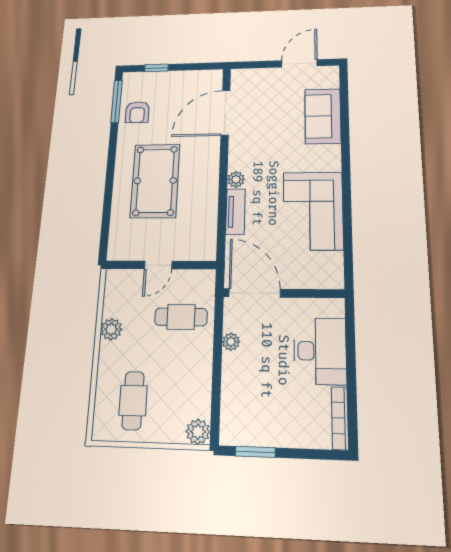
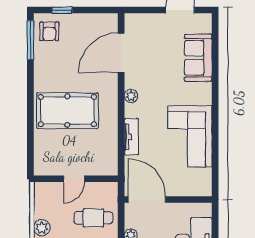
armchair: (137, 112) -> (49, 31), moved
plant: (236, 179) -> (131, 96), moved
pool table: (155, 181) -> (67, 111), turned 90

